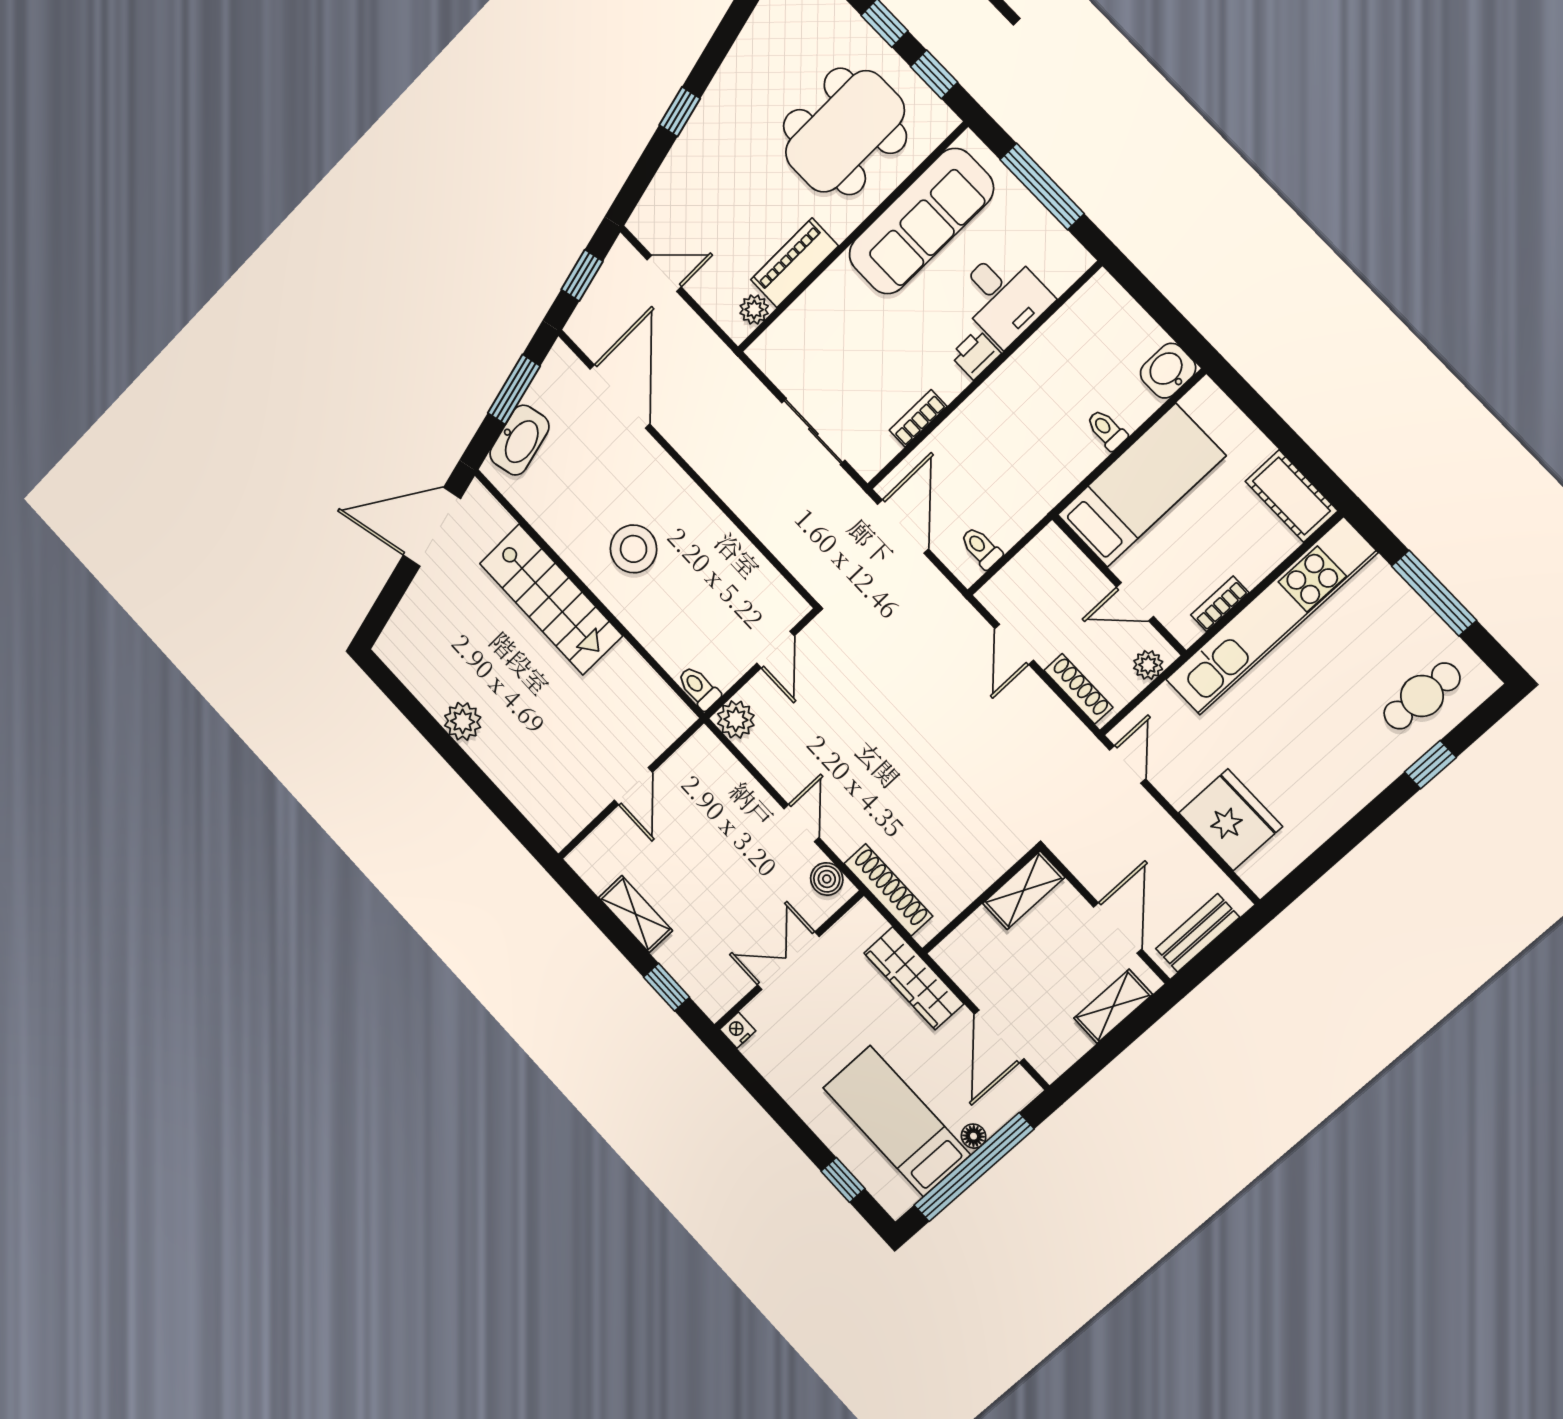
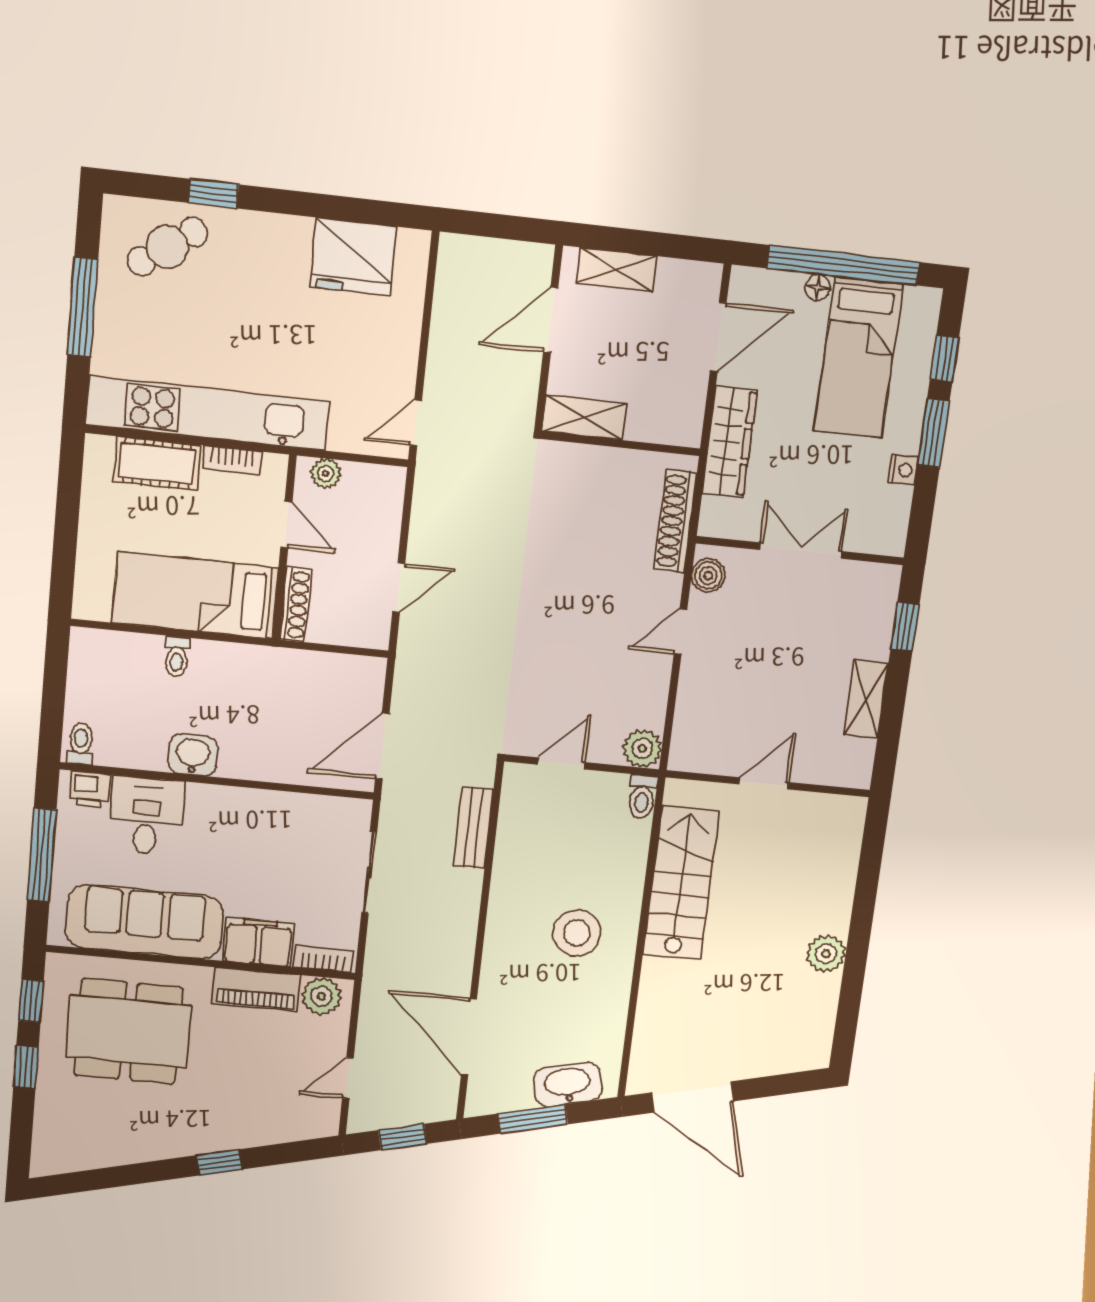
door: (664, 273) -> (348, 1078), hinge flipped
filing cabinet: (830, 297) -> (259, 942), added
plant: (754, 310) -> (322, 996), width x1.38, depth x1.38
printer: (976, 354) -> (90, 789), moved
washbasin: (1168, 371) -> (193, 755), moved, turned 180
door: (620, 396) -> (469, 1037), hinge flipped
bookcase: (918, 418) -> (323, 959), moved, turned 180
cot: (1291, 496) -> (157, 463), moved, turned 90
toilet: (981, 548) -> (81, 744), moved, turned 180
stairs: (551, 599) -> (681, 883), moved
shoe rack: (1078, 689) -> (295, 605), moved, turned 180
cafe table: (1422, 696) -> (167, 247), turned -38
fridge: (1230, 820) -> (353, 257), moved, turned -90
bench: (1198, 933) -> (473, 828), moved, turned 90
double door: (788, 961) -> (800, 551), swing flipped
nightstand: (738, 1030) -> (903, 470), moved, turned -90
window: (794, 1127) -> (933, 433), added

